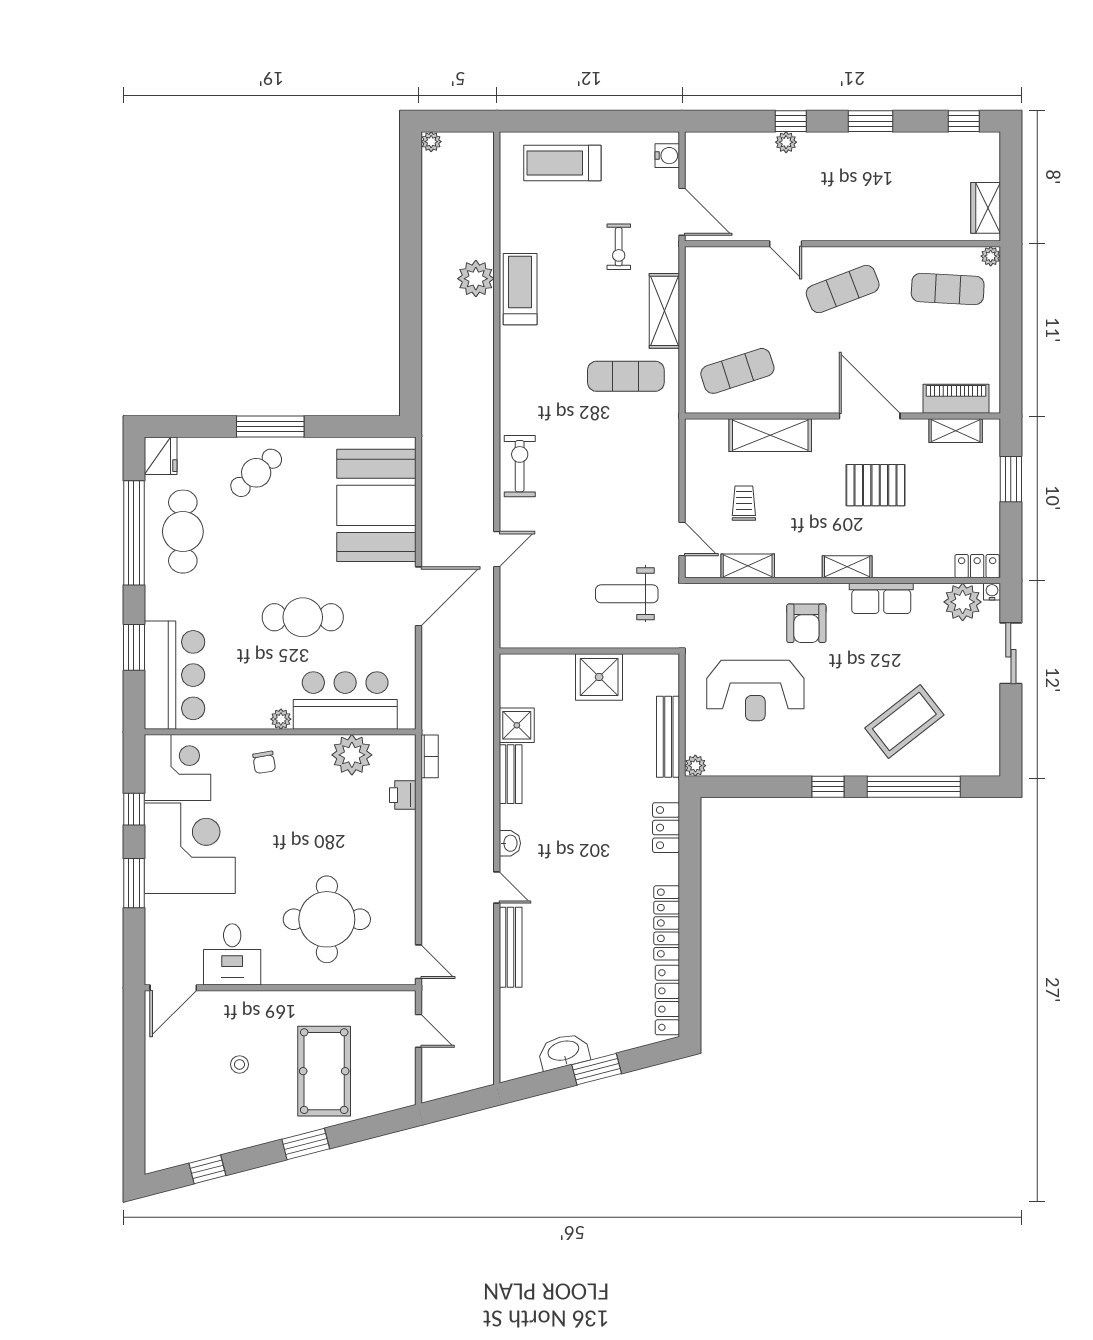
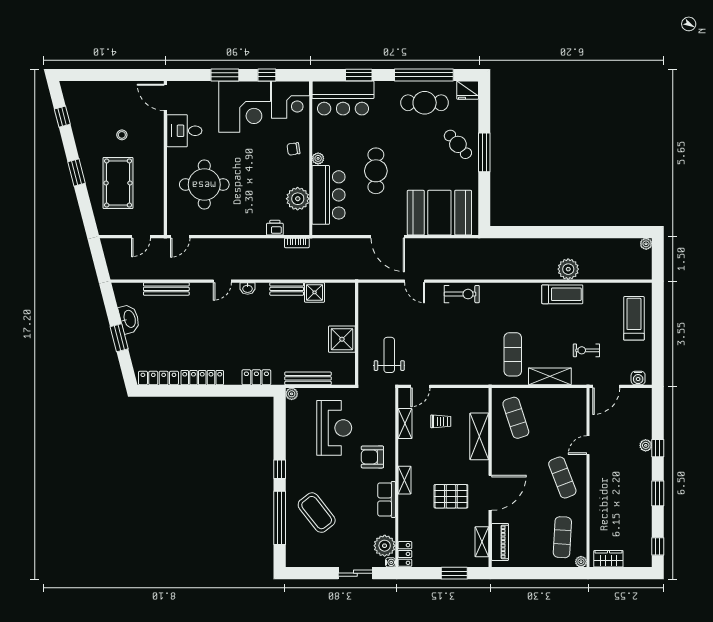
pallet: (876, 485) -> (451, 496), turned 90
reception desk: (755, 691) -> (334, 428), turned 180
bench: (511, 947) -> (166, 289), moved
pool table: (324, 1071) -> (118, 183), turned 90

